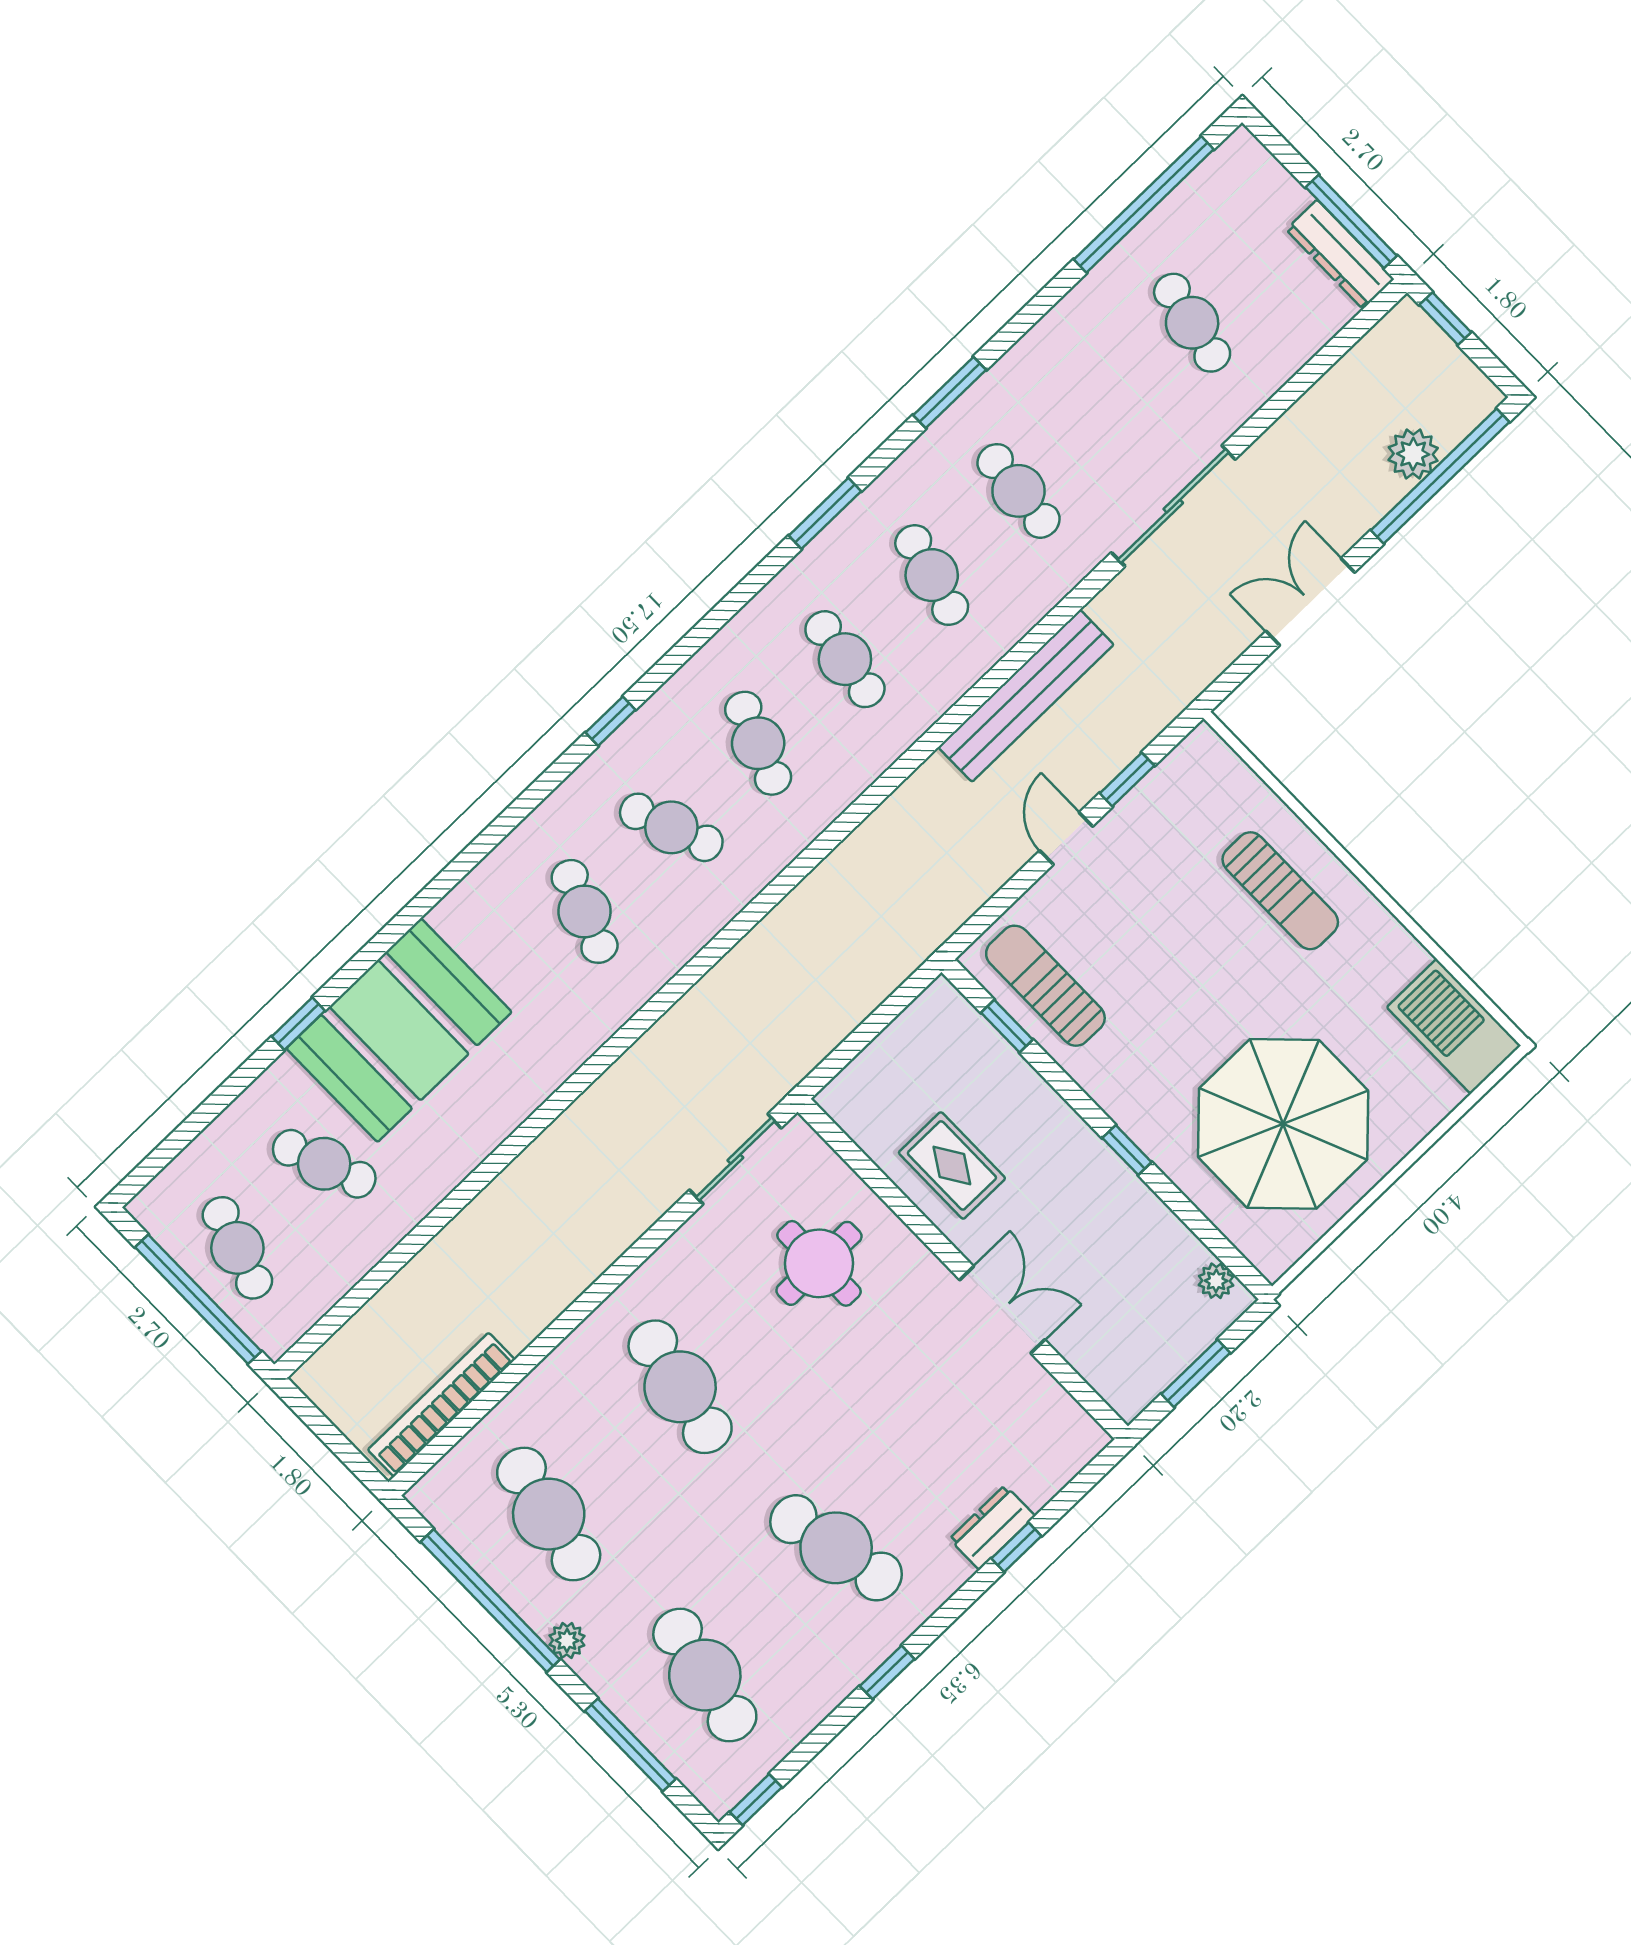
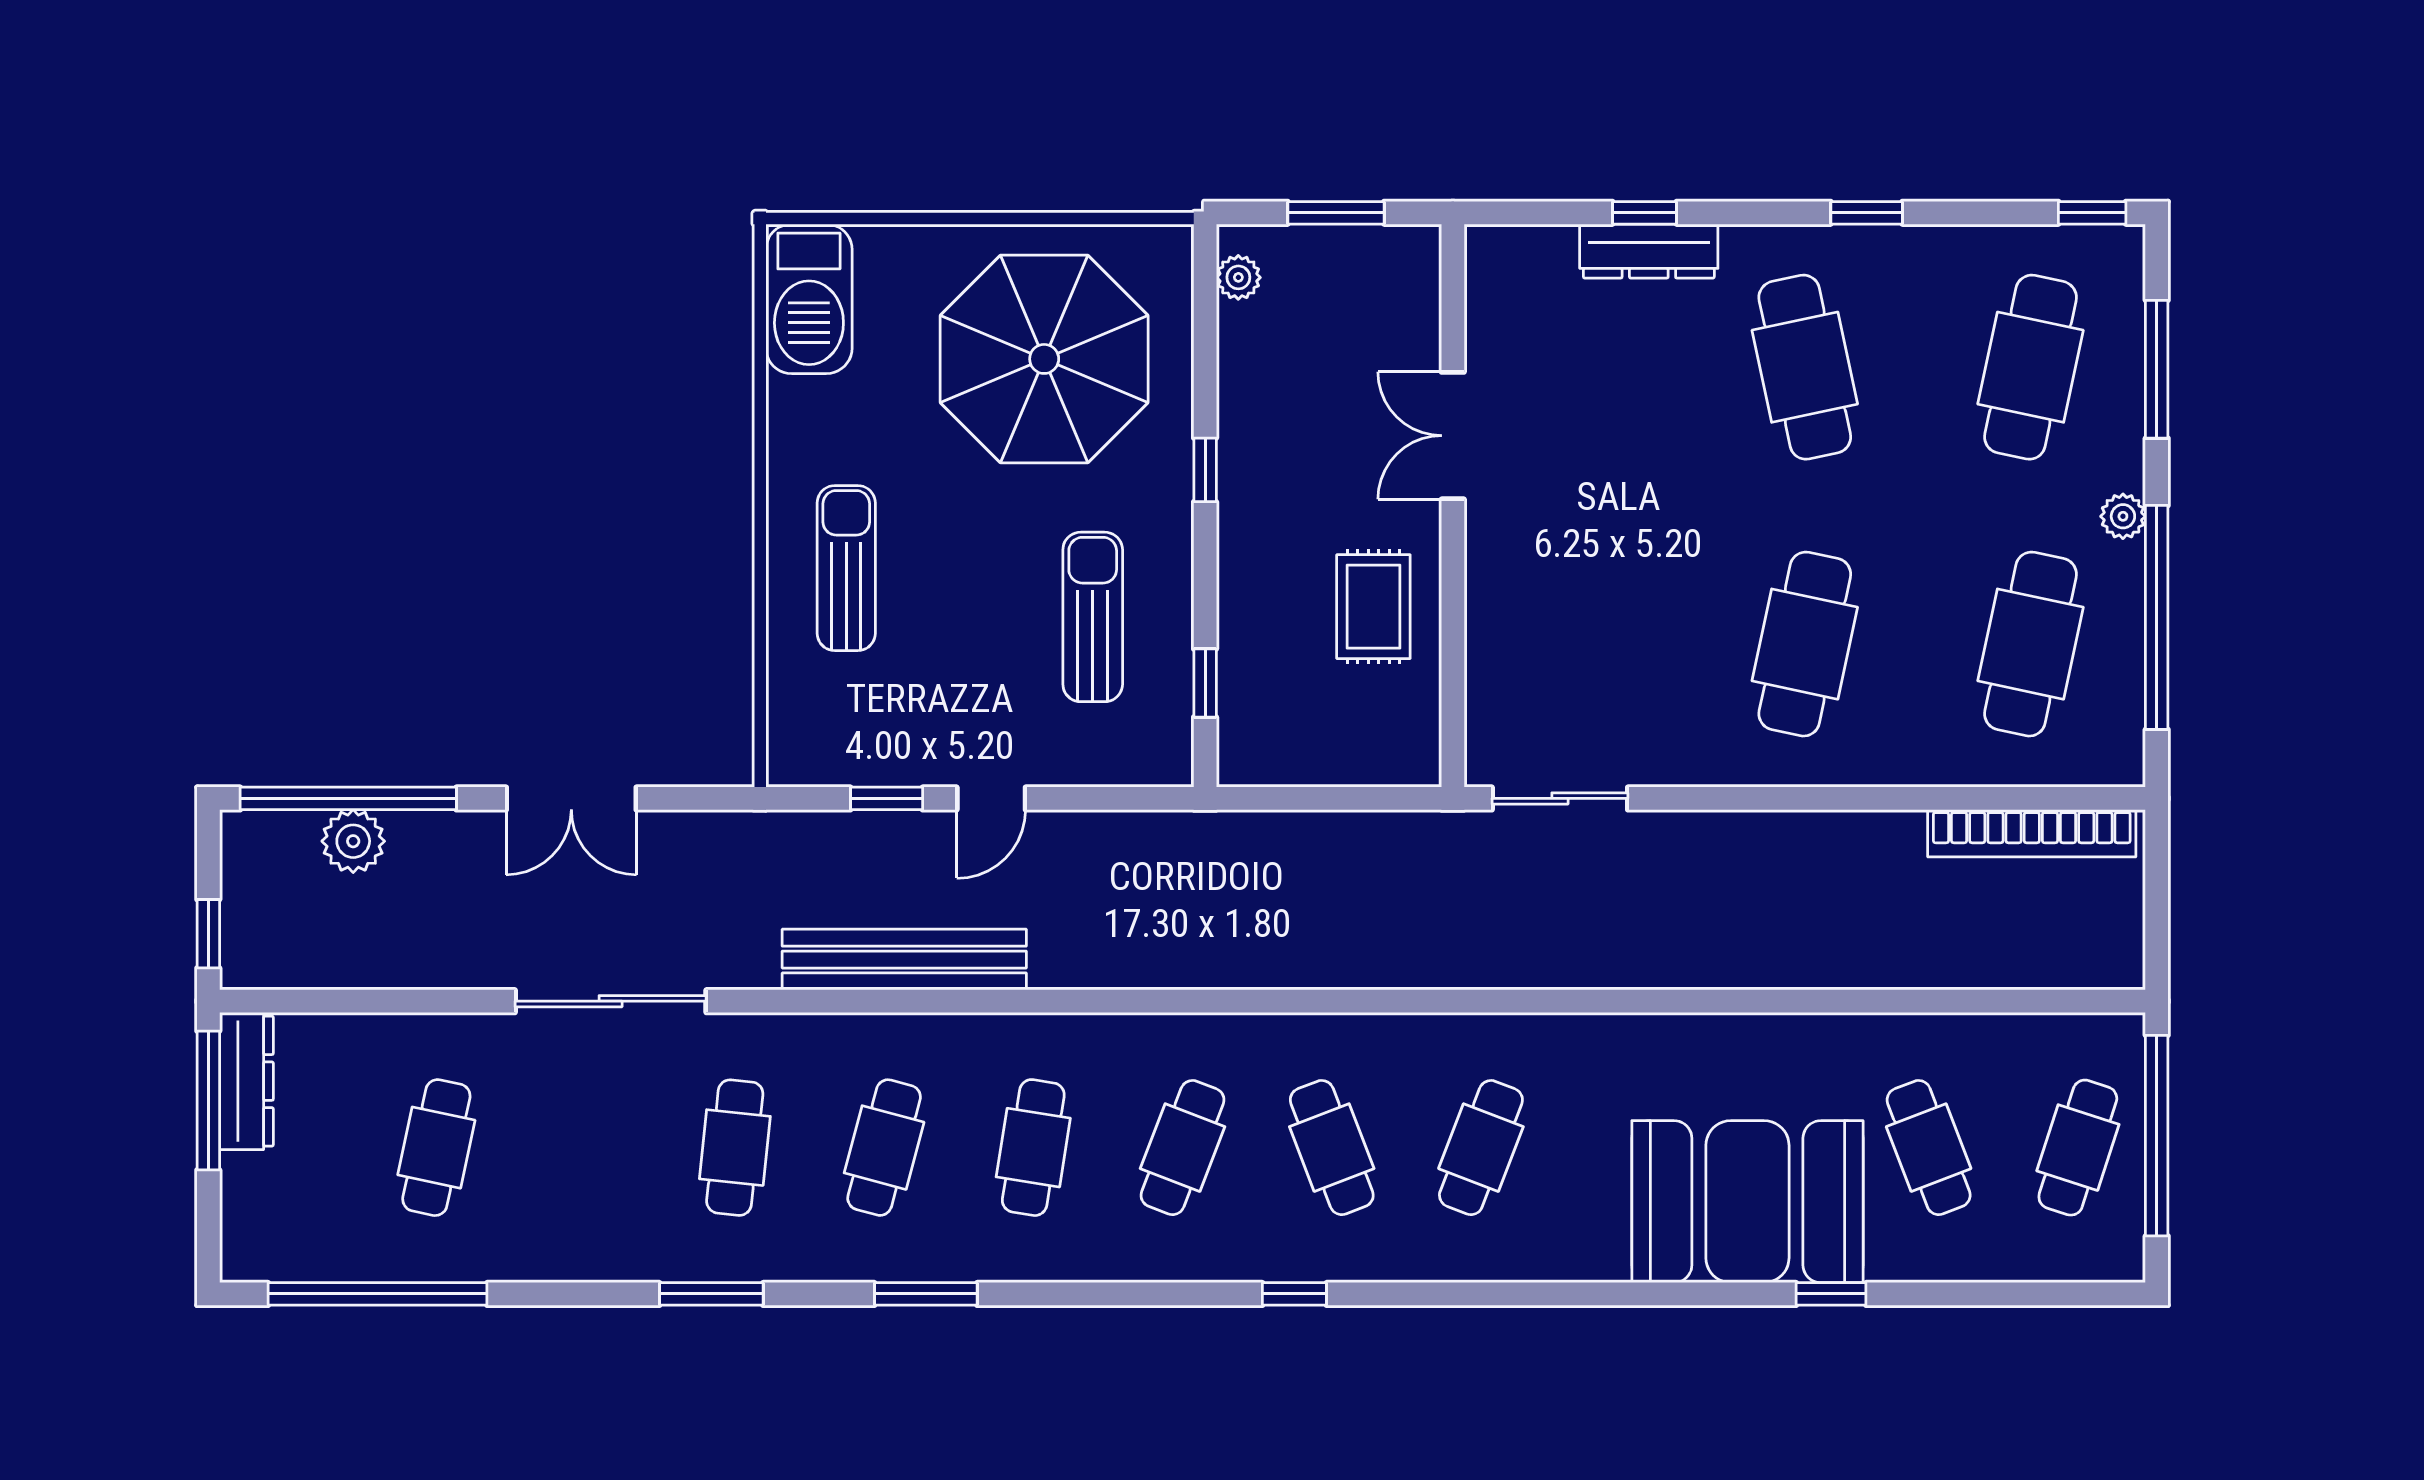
sun lounger: (1045, 986) -> (1093, 617), moved, turned 180
round table: (819, 1263) -> (1575, 634), removed
dresser: (992, 1527) -> (1649, 251), width x1.44

